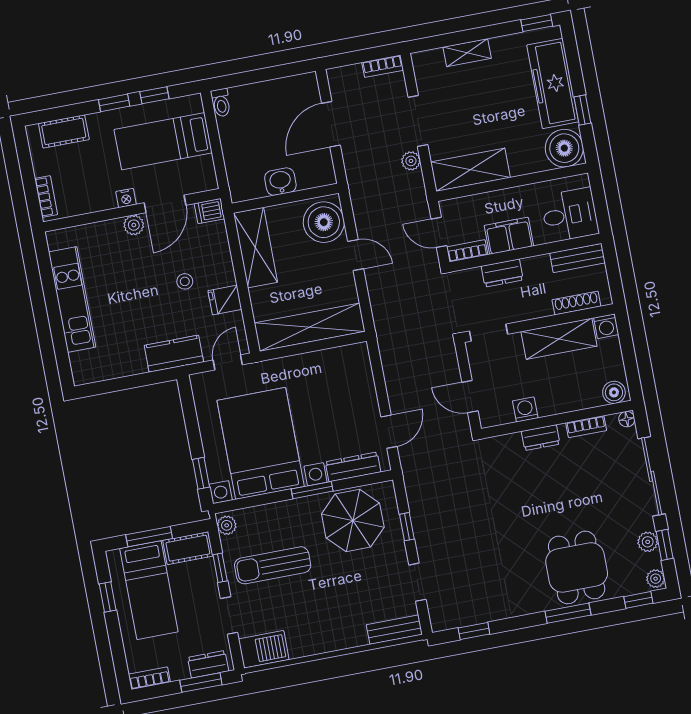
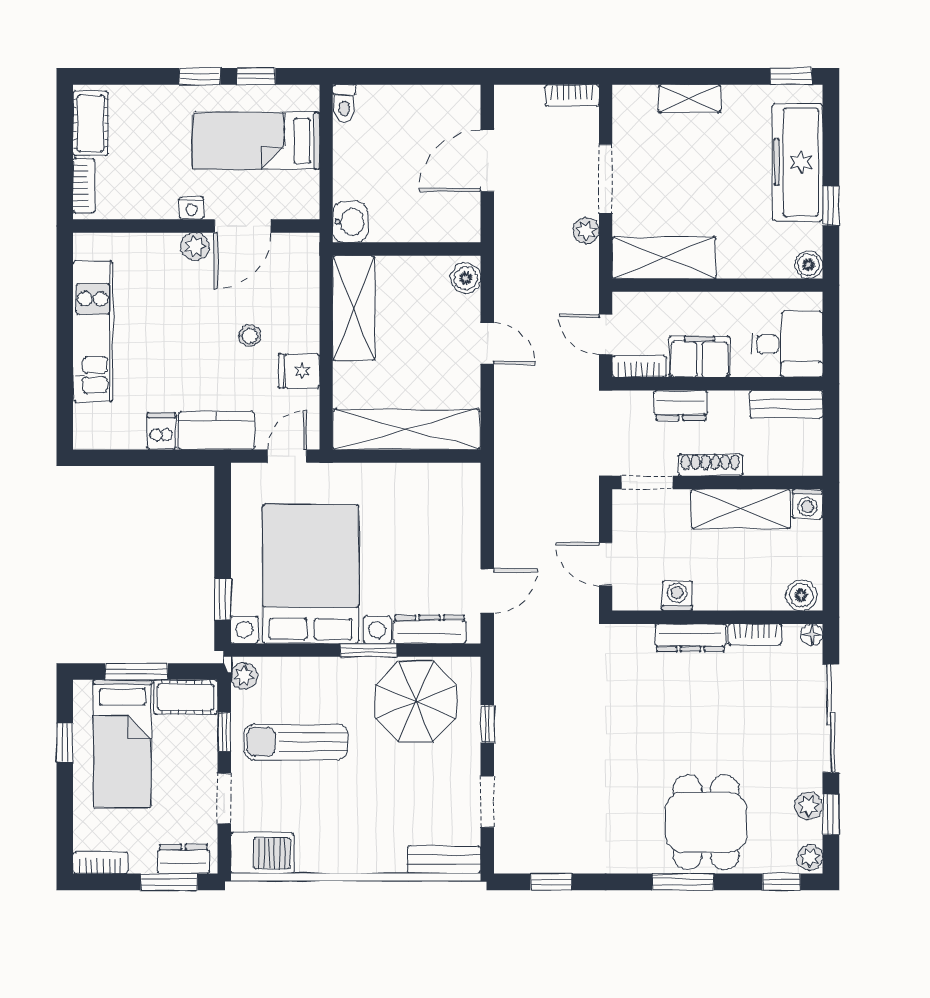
cot: (64, 131) -> (91, 123), moved, turned 90
boiler: (564, 148) -> (809, 265), width x0.54, depth x0.54
washbasin: (280, 182) -> (350, 222), moved, turned 90
dishwasher: (209, 211) -> (161, 431), moved, turned 90
boiler: (324, 222) -> (466, 278), width x0.54, depth x0.54
shoe rack: (576, 303) -> (710, 465), moved
dresser: (541, 438) -> (690, 638), width x1.44

